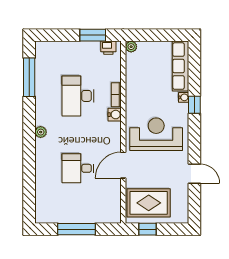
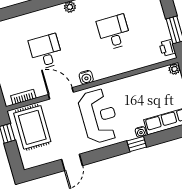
bookcase: (116, 95) -> (23, 97), moved
desk: (78, 96) -> (114, 32), width x0.73
water cooler: (115, 115) -> (86, 77), moved

